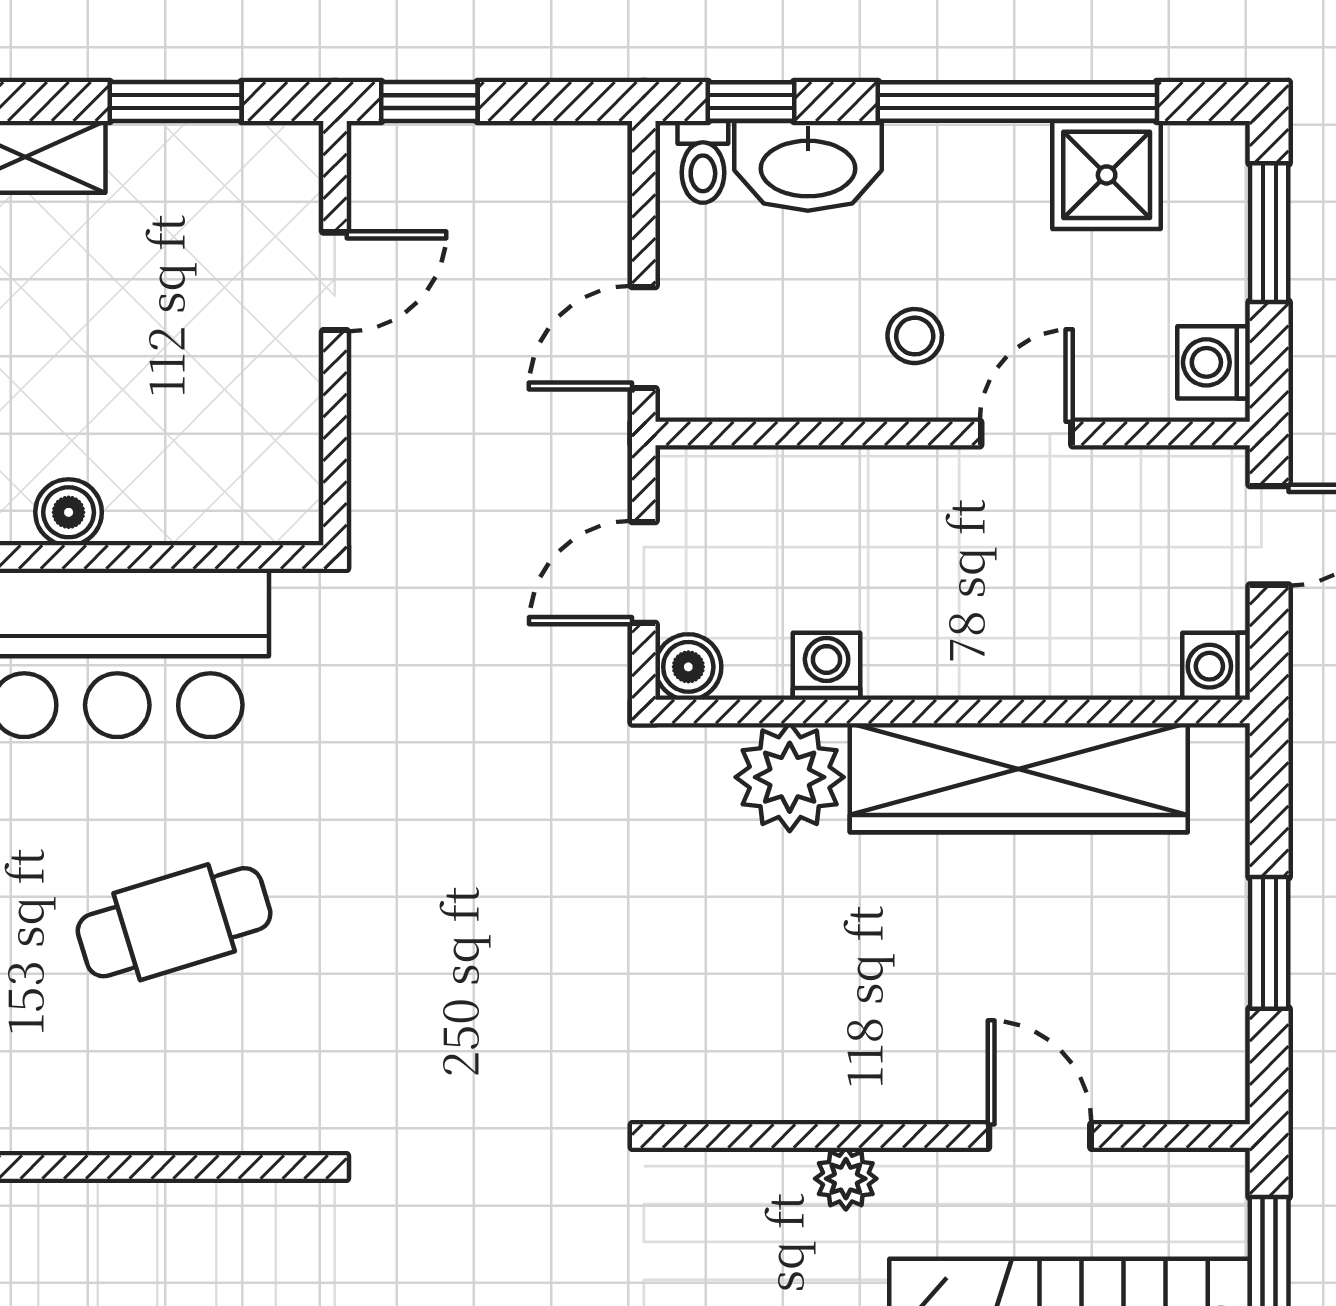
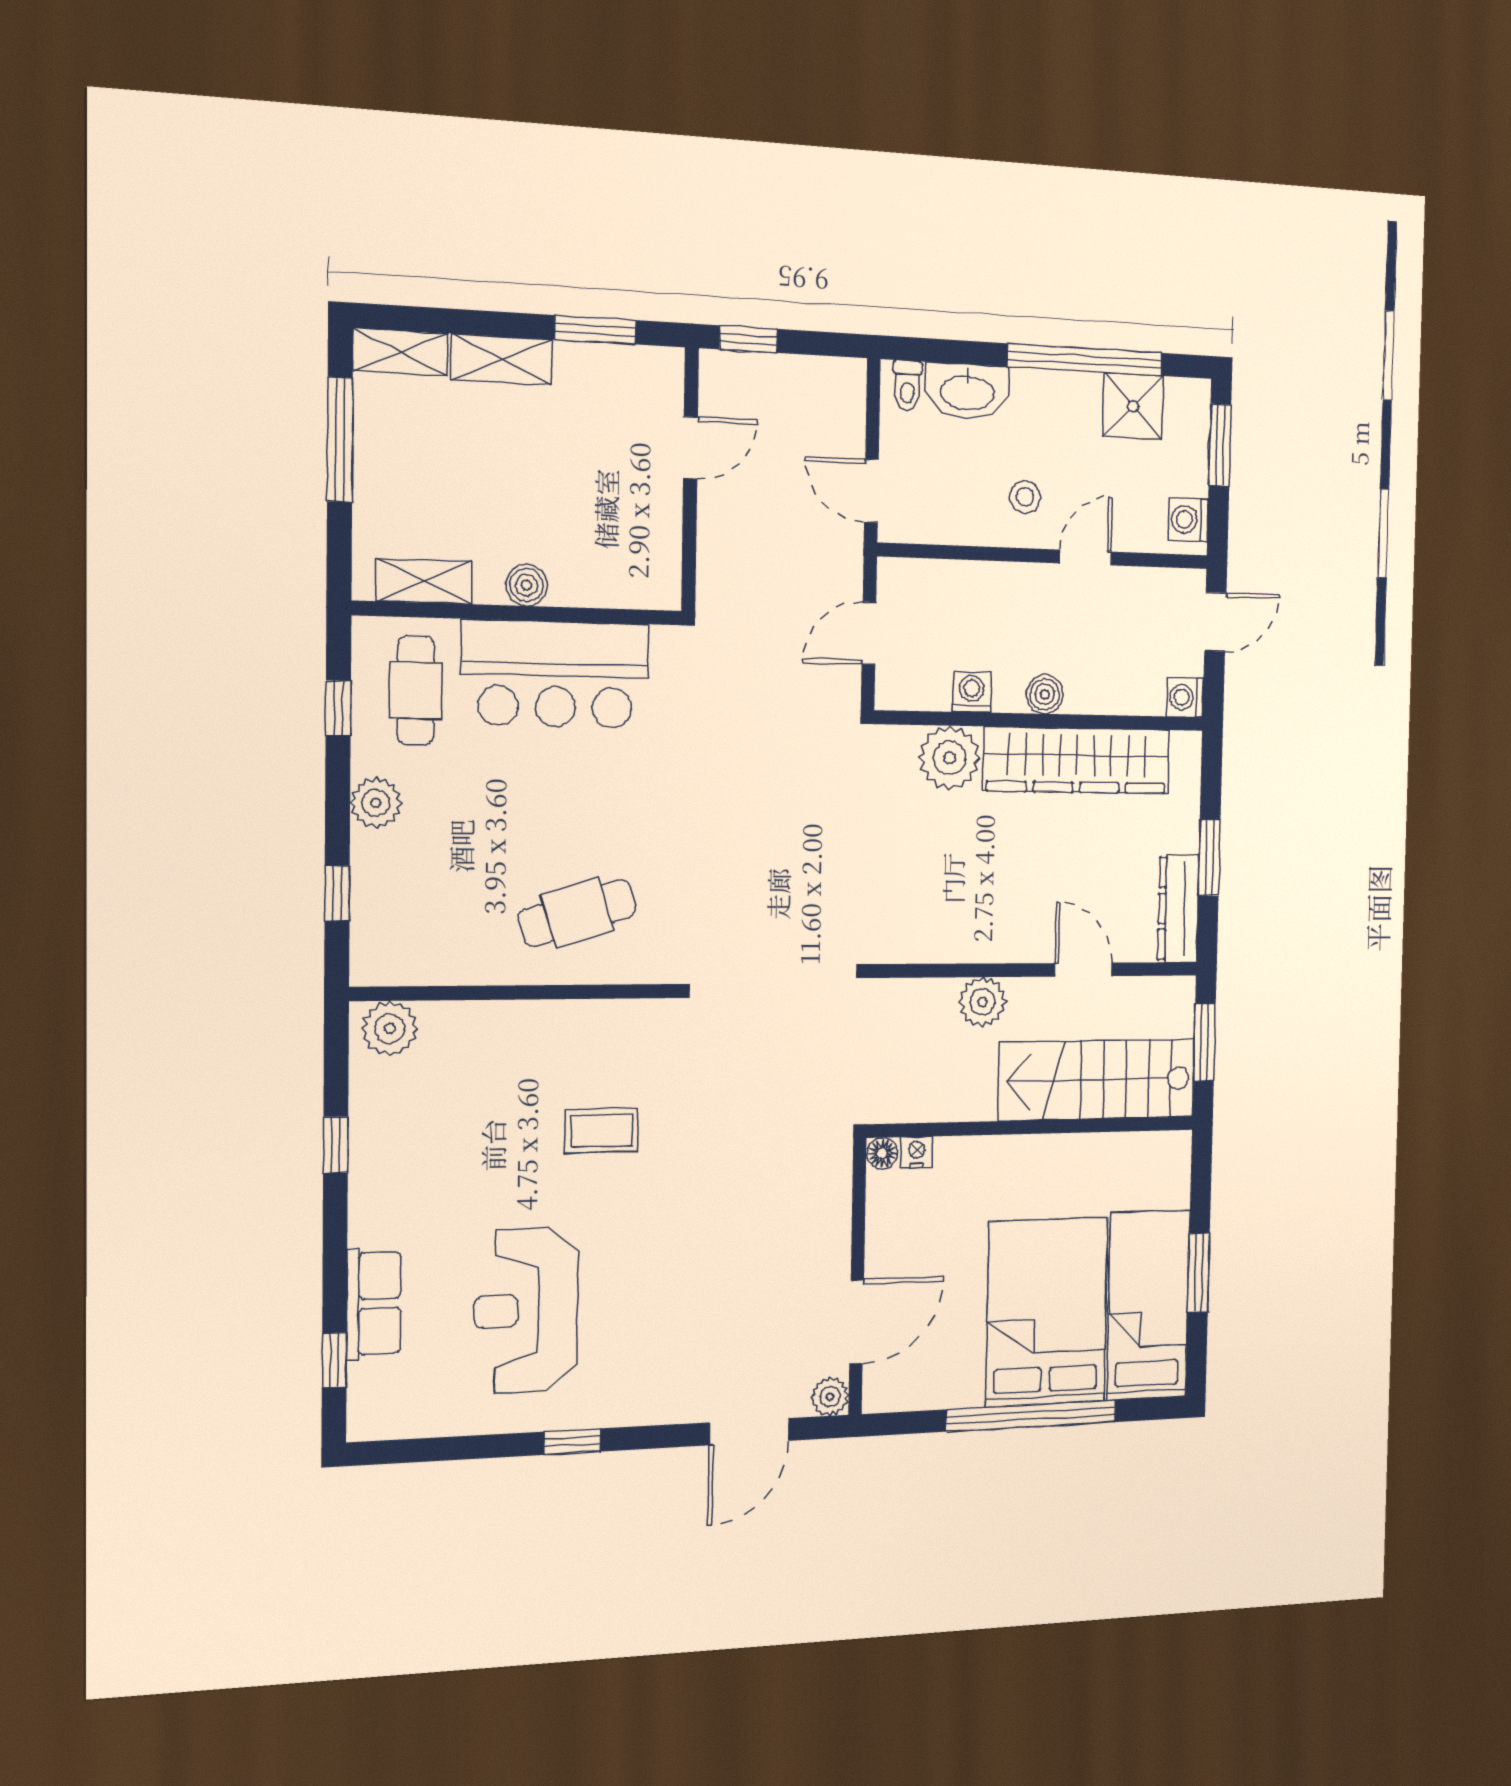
window: (751, 102) -> (936, 351), removed
door: (644, 338) -> (871, 491), hinge flipped
boiler: (688, 667) -> (1045, 694), moved
cafe table: (174, 922) -> (577, 913), moved
dresser: (1213, 1031) -> (1178, 908), added
plant: (846, 1179) -> (983, 1002), width x1.38, depth x1.38

